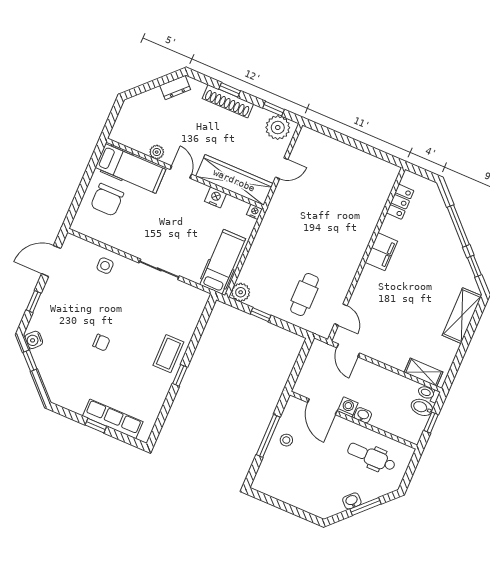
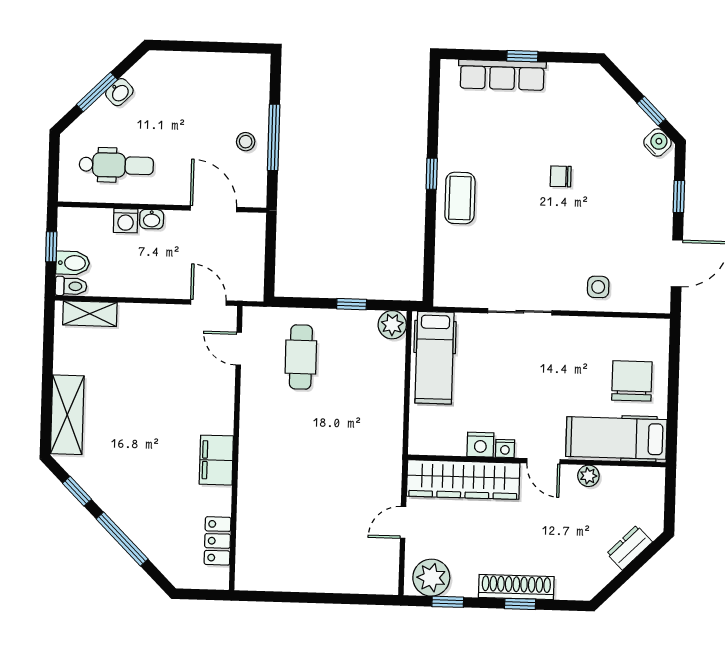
dresser: (175, 88) -> (629, 548), moved
nightstand: (254, 212) -> (505, 448), moved
washing machine: (348, 407) -> (126, 221), moved

